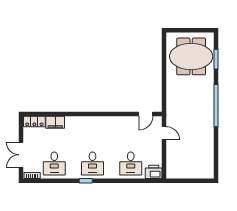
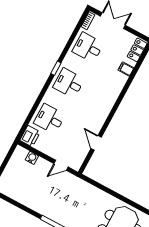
door: (146, 114) -> (96, 143), moved
filing cabinet: (55, 122) -> (126, 69), width x0.50
water cooler: (171, 161) -> (32, 158), added

